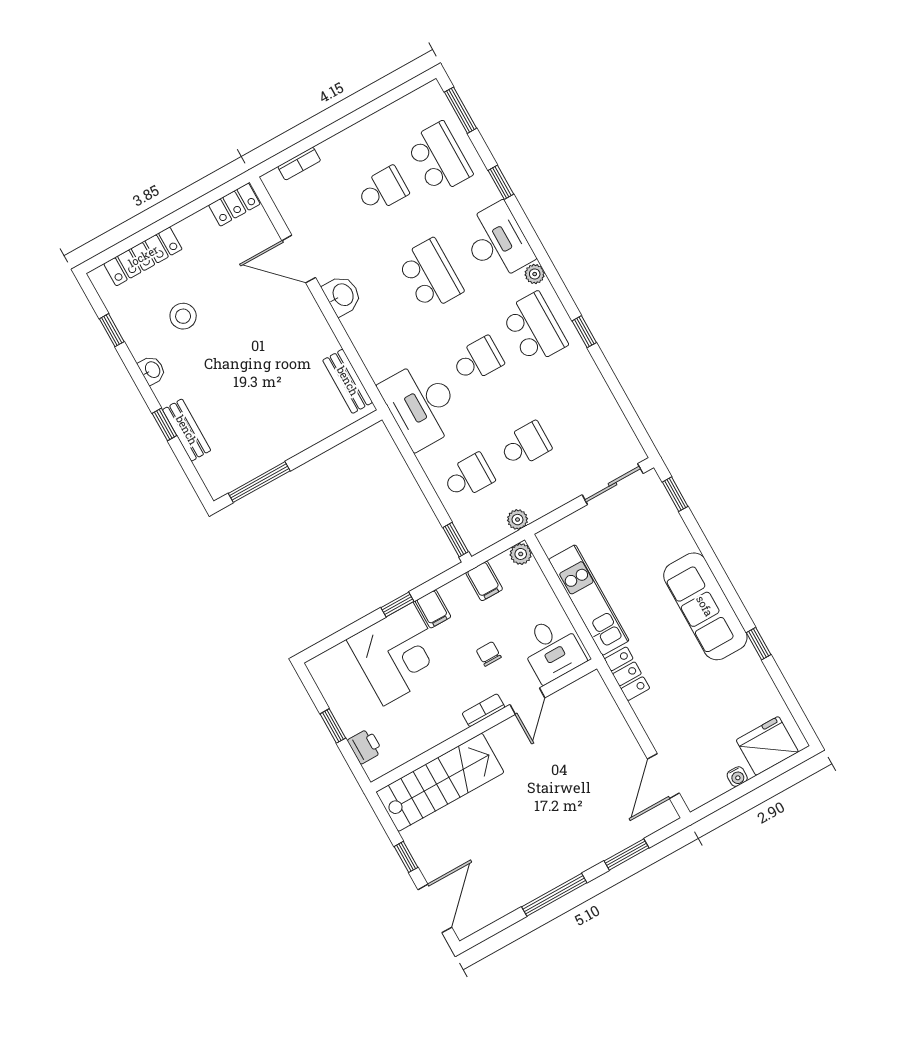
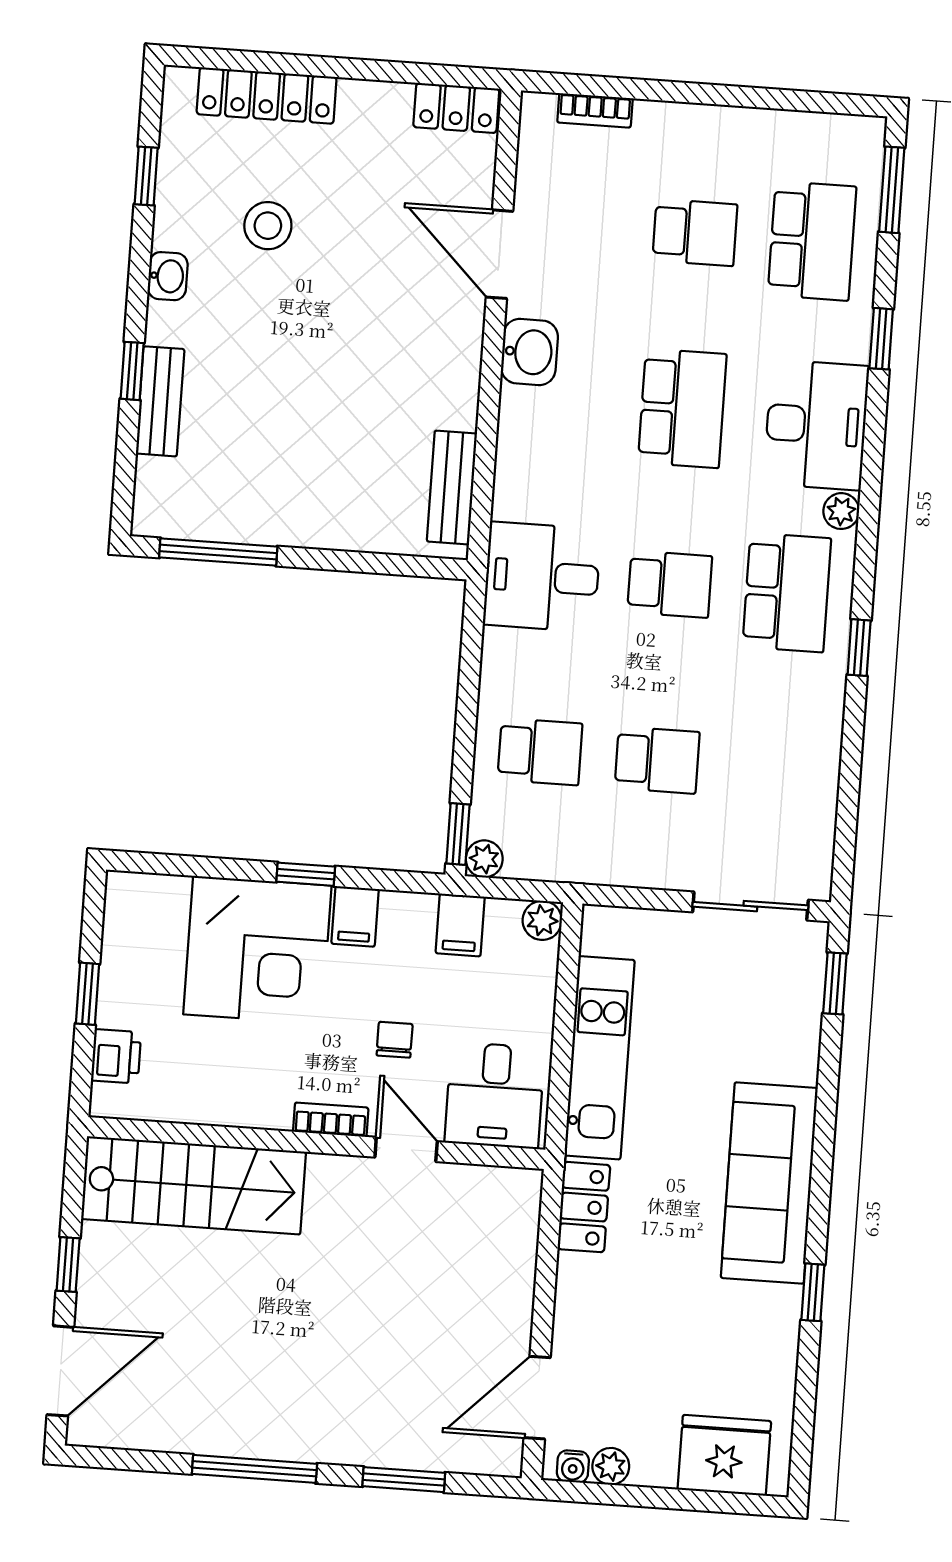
desk: (422, 405) -> (542, 577), width x0.73
plant: (517, 520) -> (484, 859), moved
door: (527, 701) -> (406, 1149), swing flipped
water cooler: (737, 777) -> (573, 1466), moved
plant: (718, 785) -> (611, 1466), added

